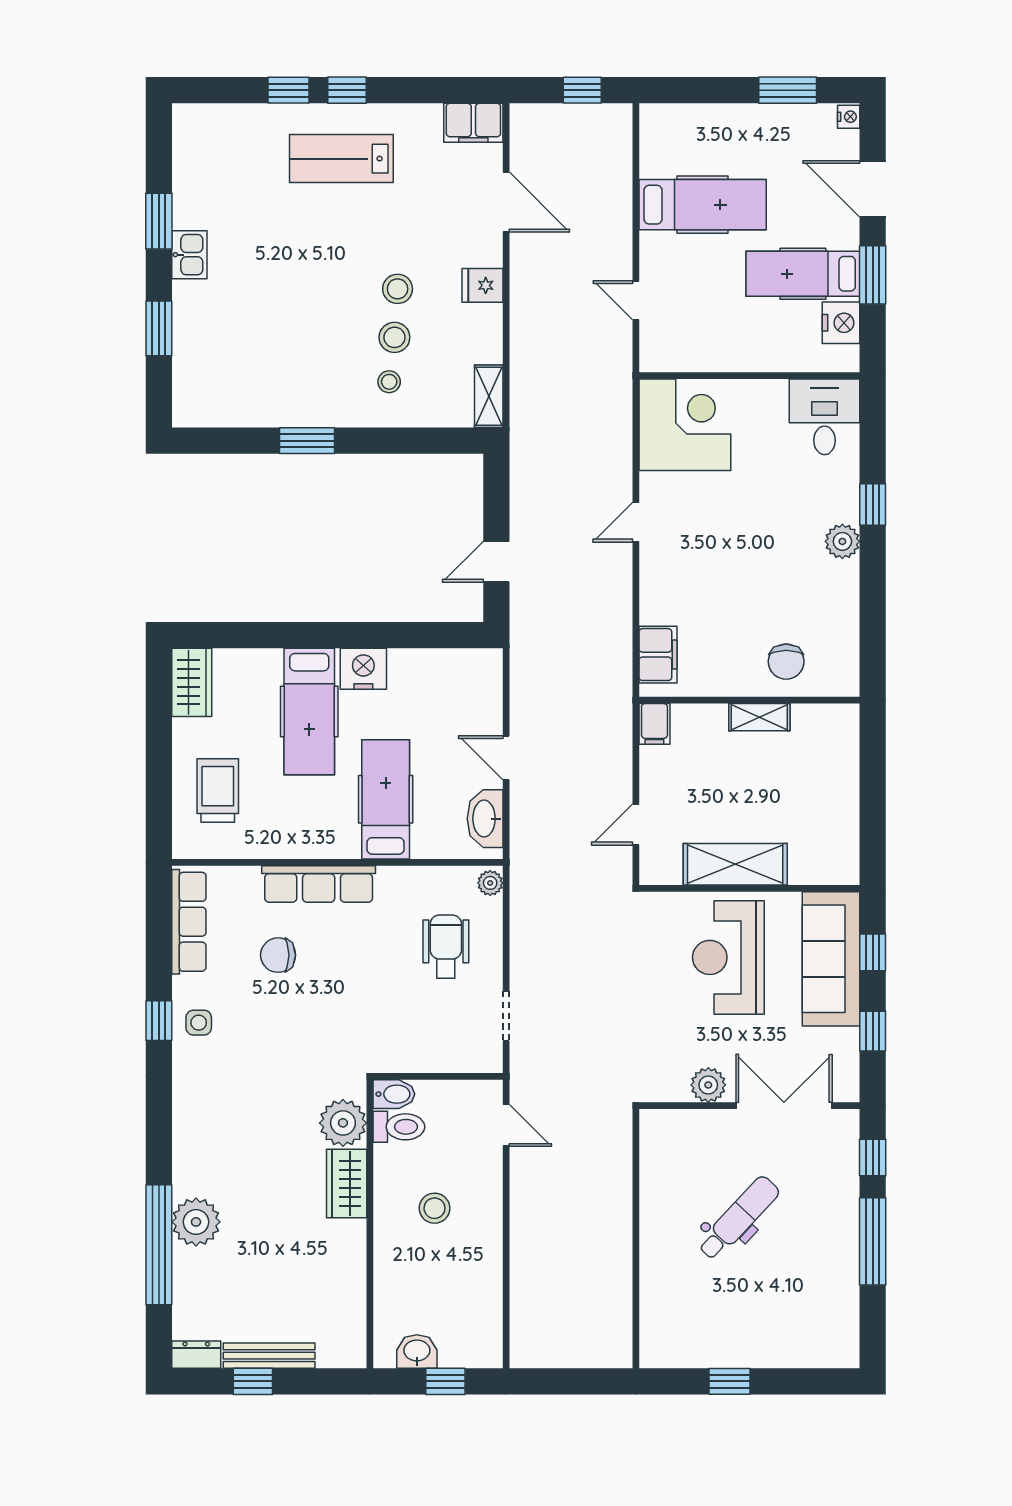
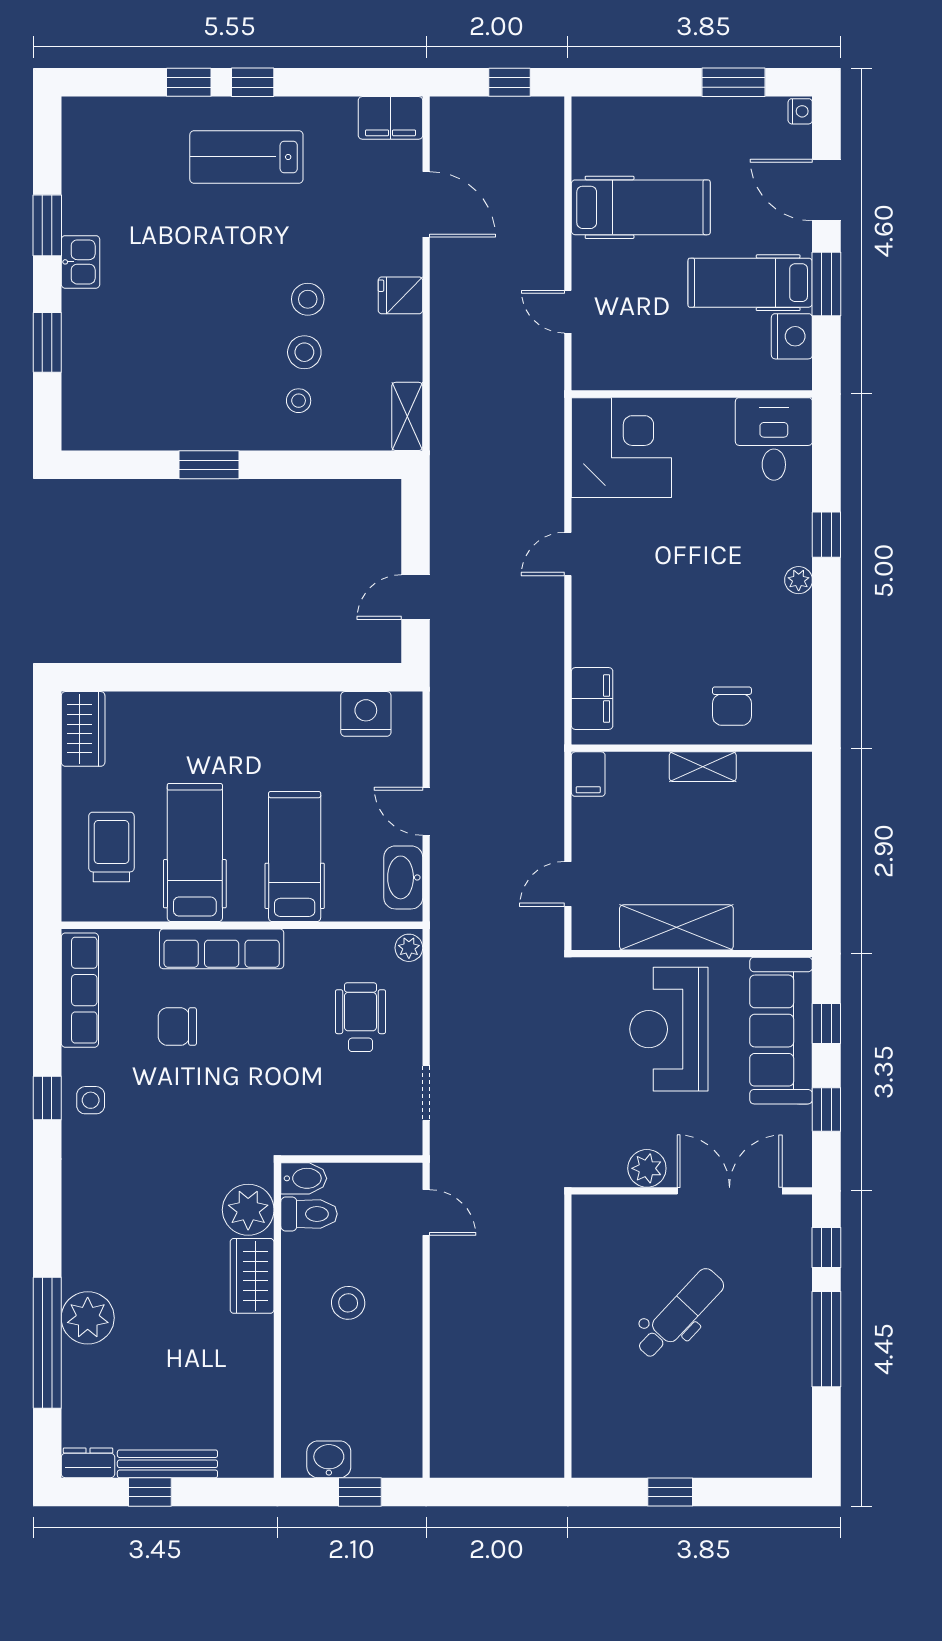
plant: (842, 541) -> (799, 580), width x0.73, depth x0.73
nightstand: (363, 669) -> (366, 714), moved
hospital bed: (309, 712) -> (195, 853), moved, turned 180

